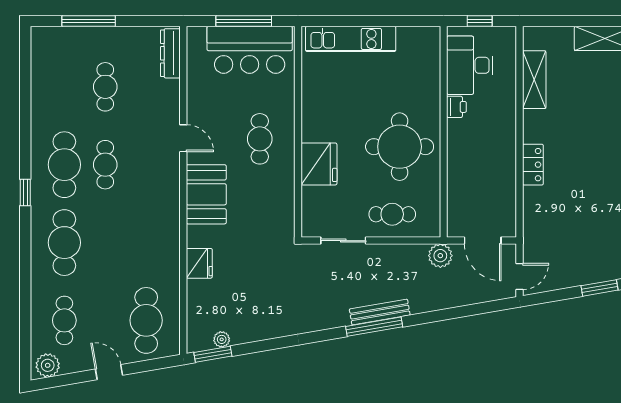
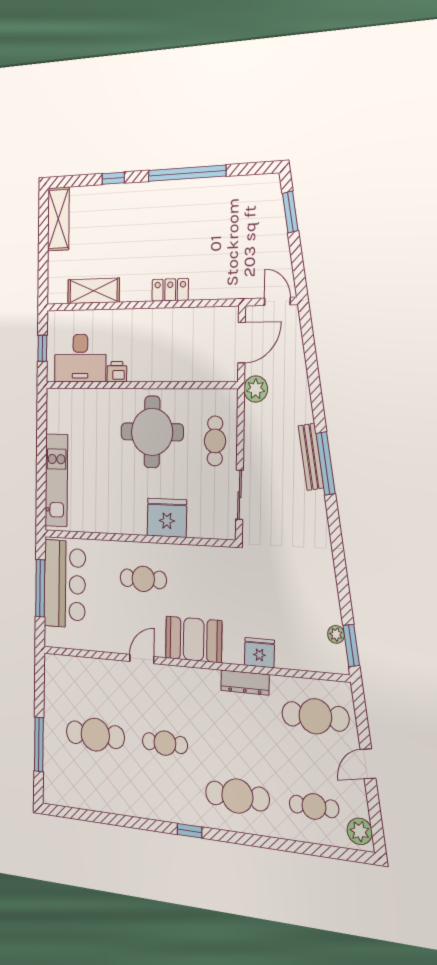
dresser: (170, 53) -> (245, 683), moved
cafe table: (105, 87) -> (95, 735), width x1.37, depth x1.35
cafe table: (64, 165) -> (164, 786), removed

